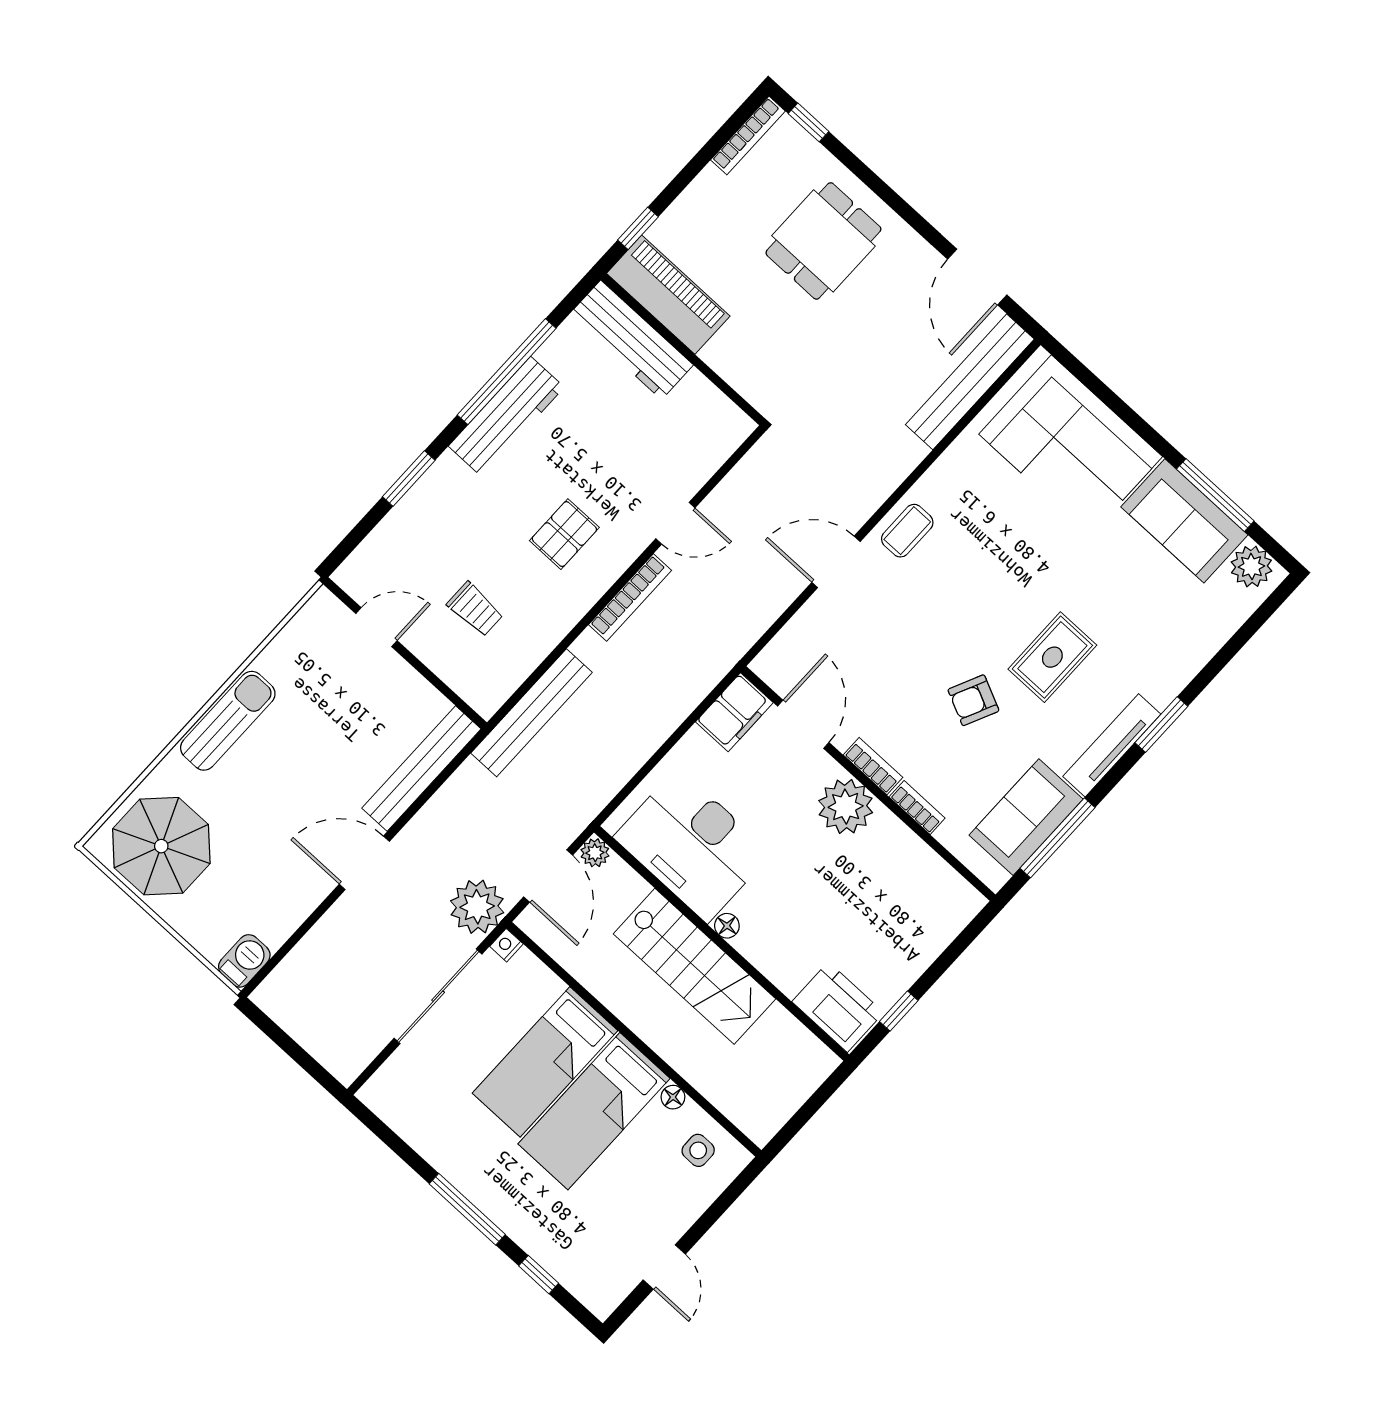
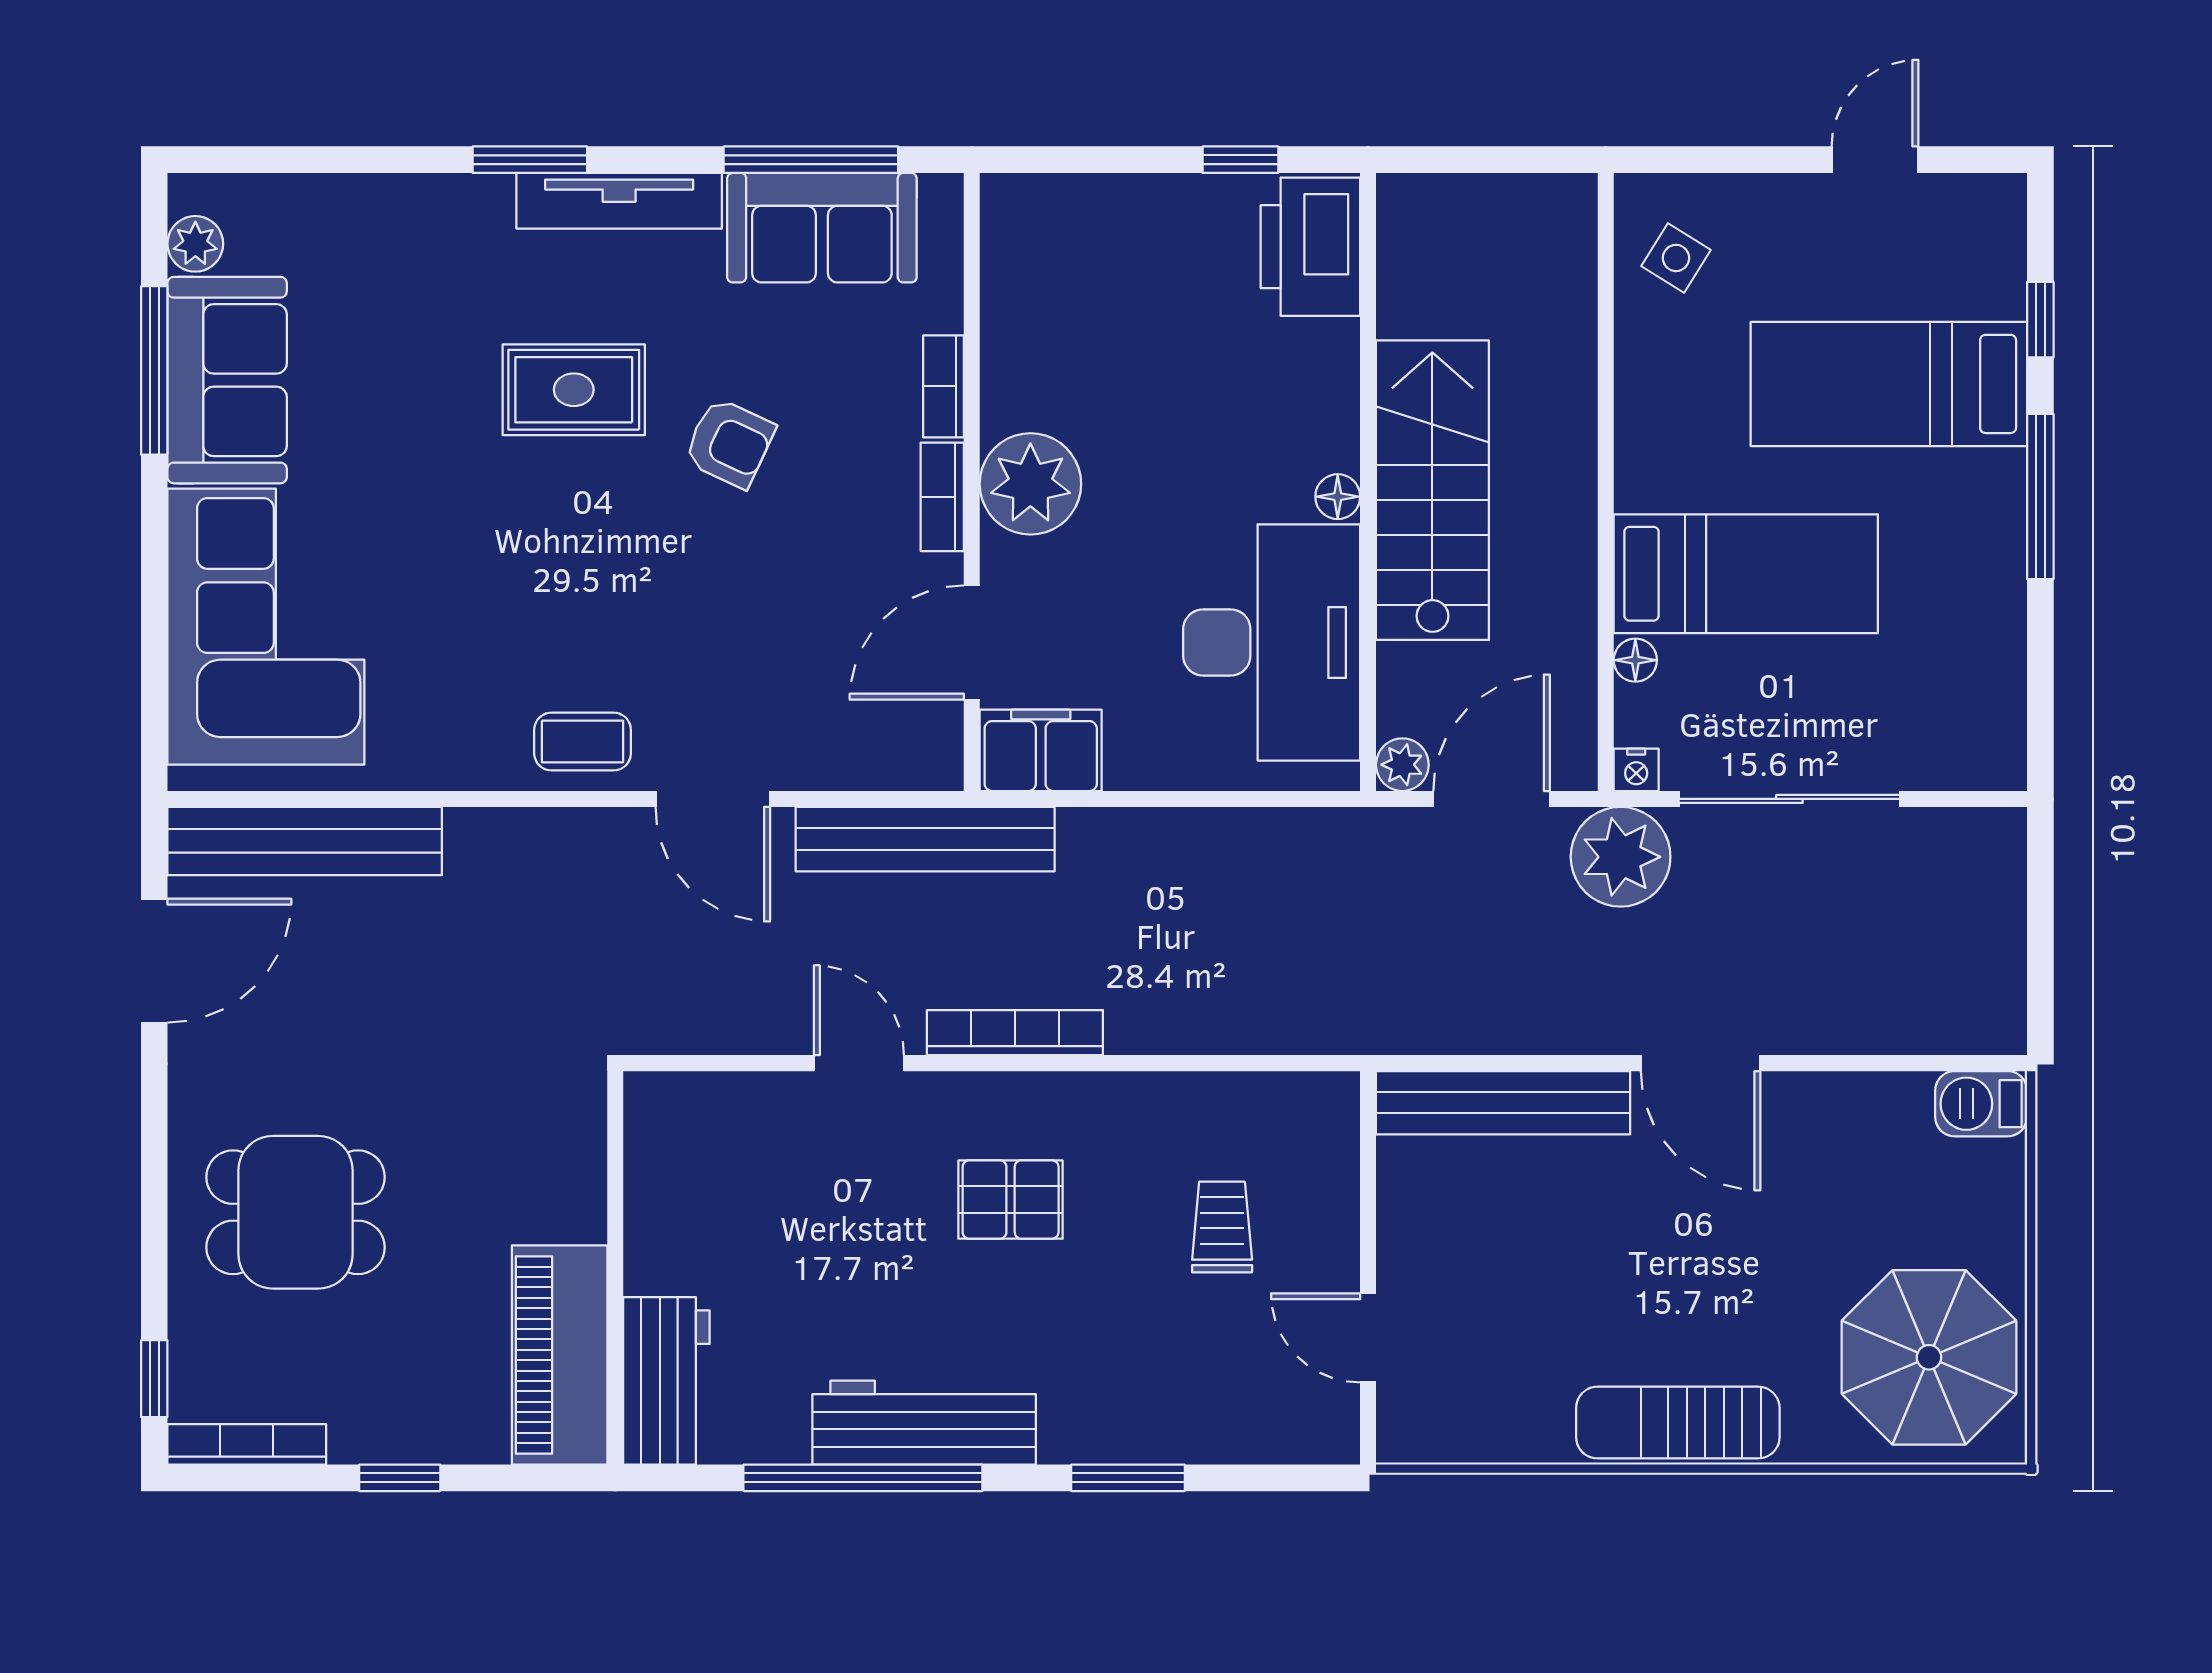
window: (638, 228) -> (400, 1478), moved
workbench: (631, 340) -> (666, 1381), width x0.73
plant: (1251, 566) -> (195, 244), width x0.73, depth x0.73
bench: (532, 713) -> (925, 839), moved
floor lamp: (673, 1097) -> (1635, 660), moved
bed: (594, 1111) -> (1889, 384), moved, turned 180
side table: (698, 1150) -> (1676, 258), turned 32

